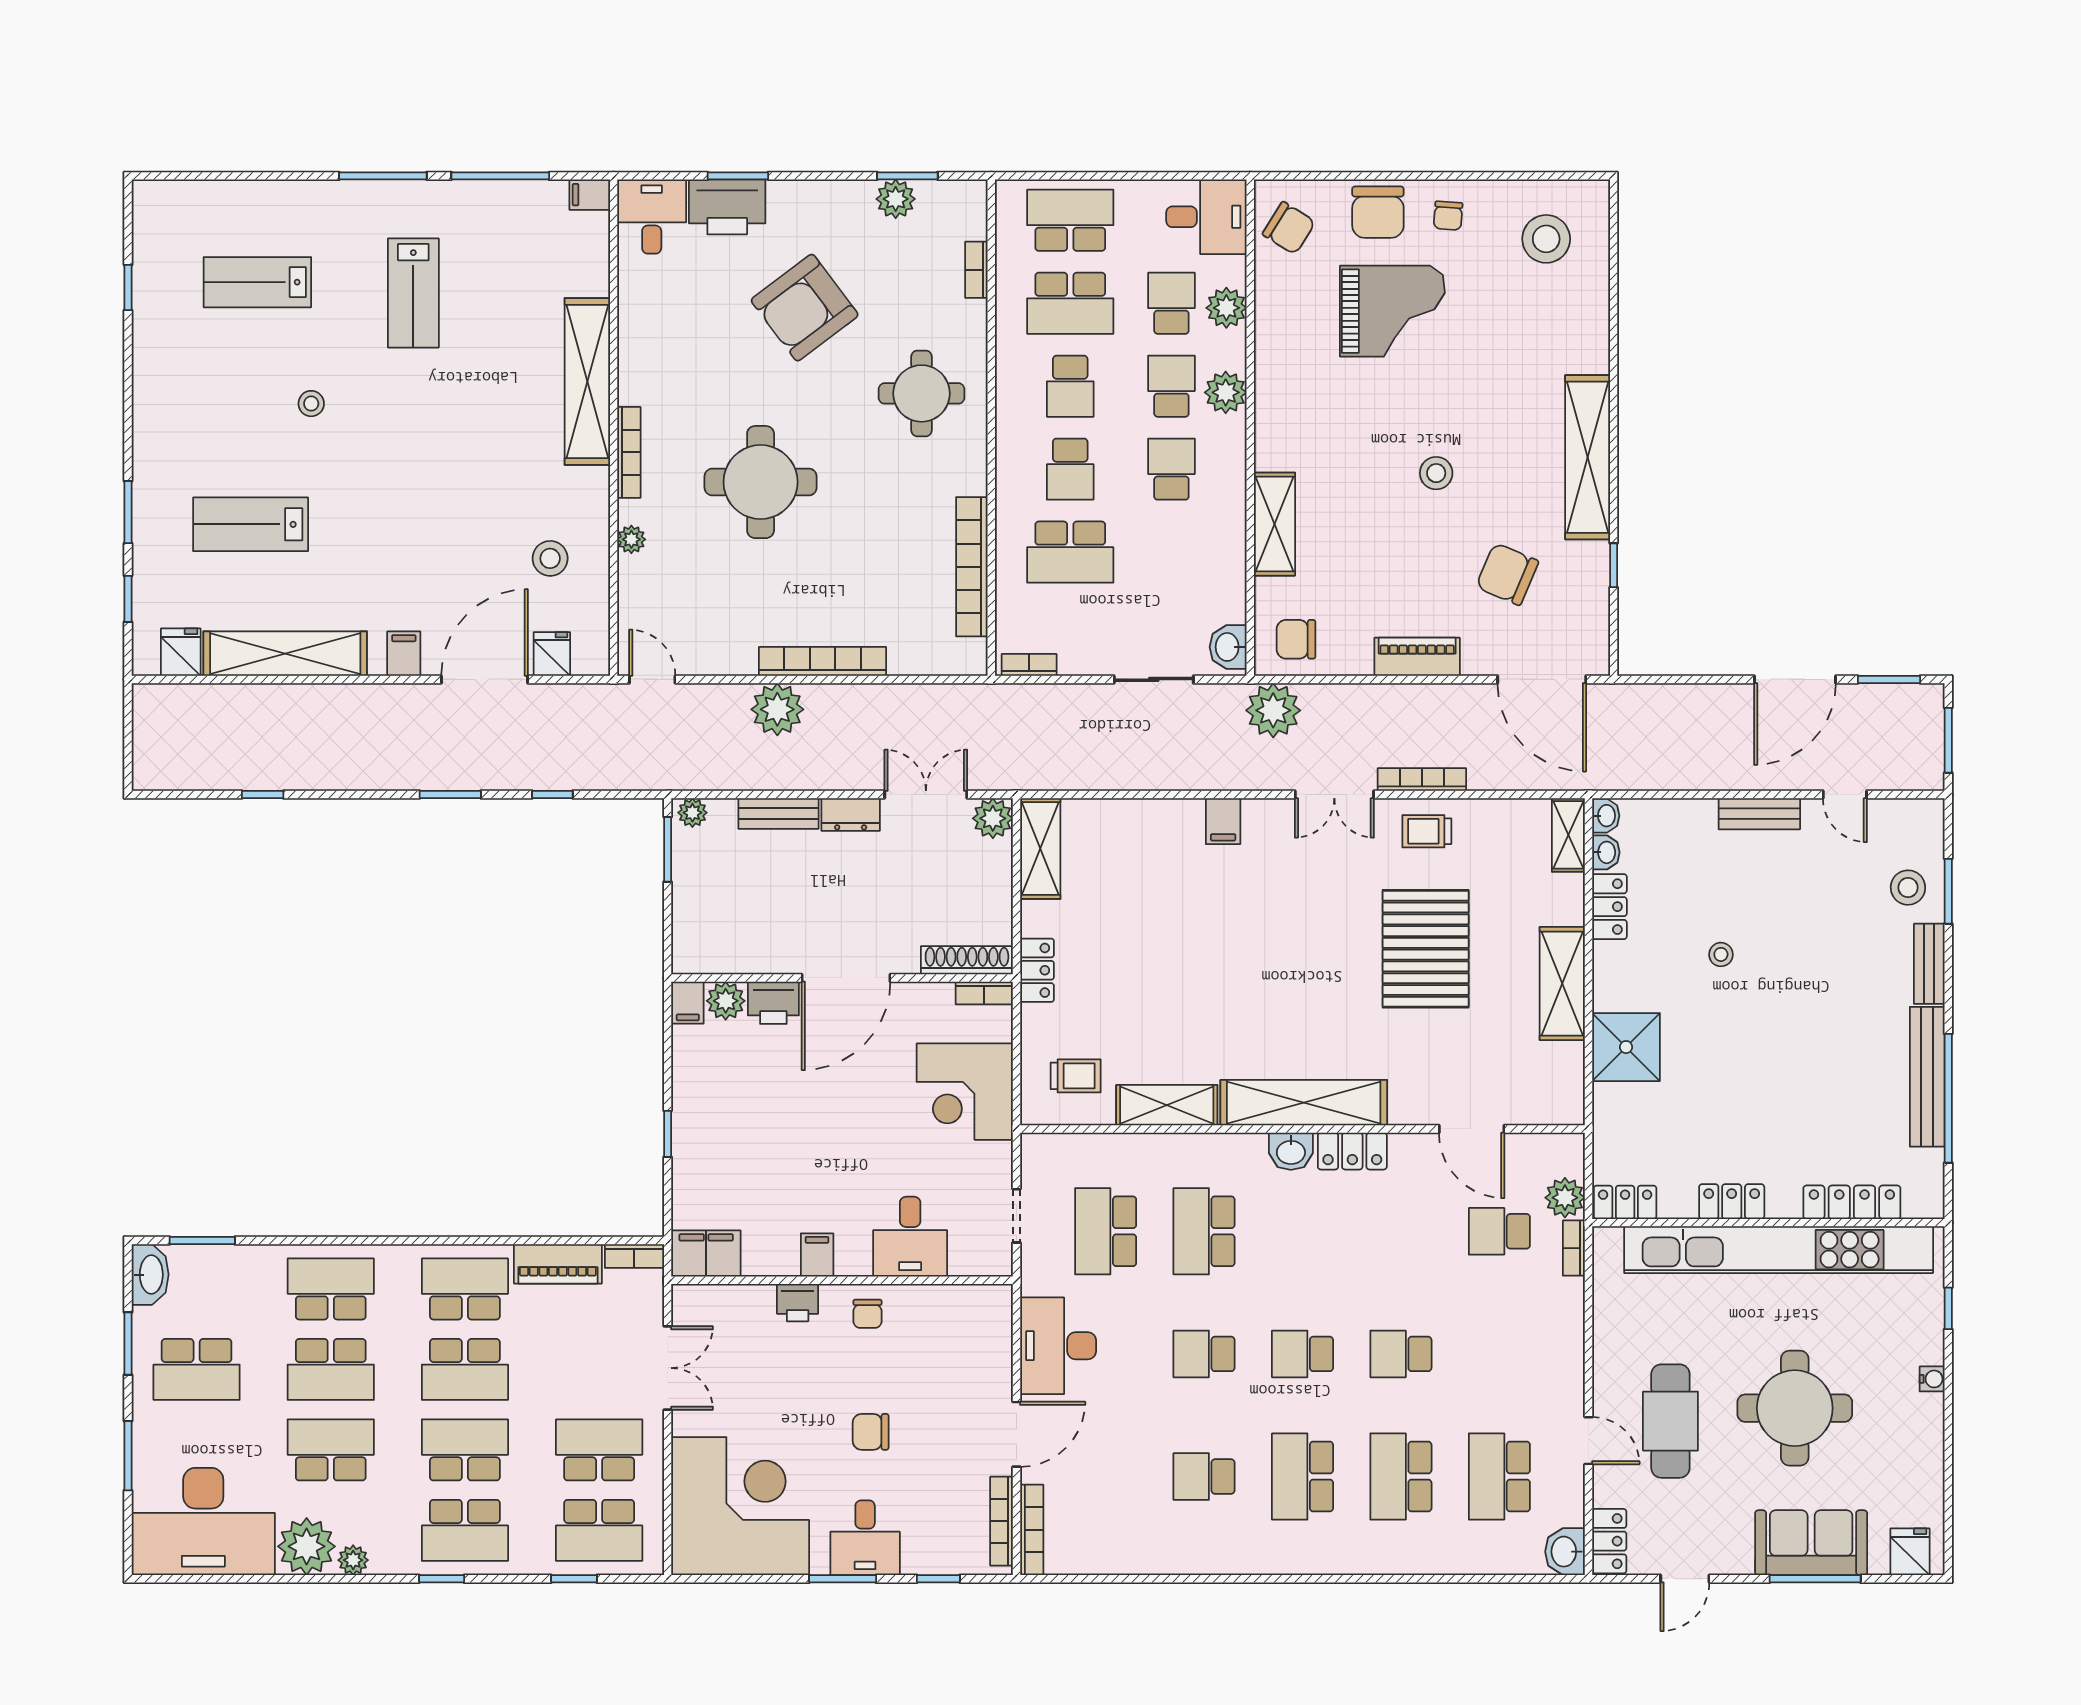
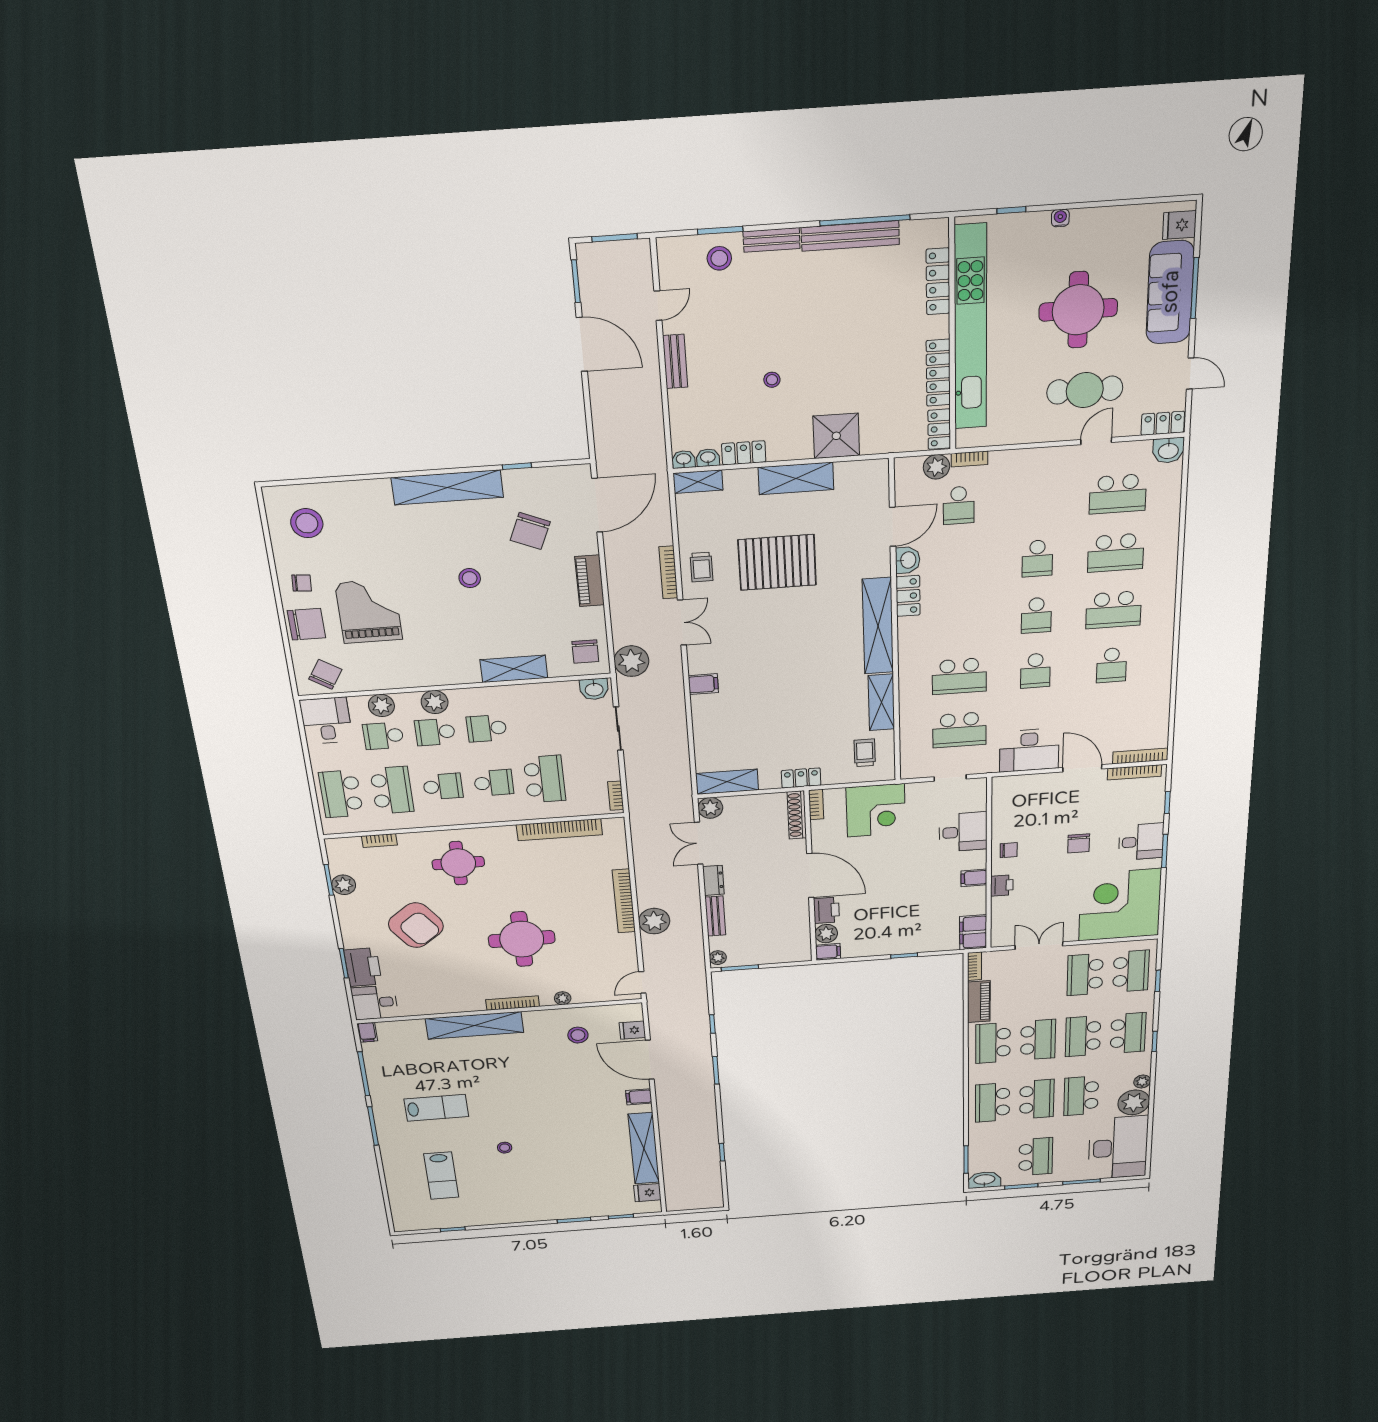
lab bench: (251, 524) -> (574, 1169), removed
washbasin: (1291, 1151) -> (908, 560), moved
locker: (1732, 1202) -> (938, 373), width x1.53
sofa: (1811, 1543) -> (1170, 292), width x1.36

